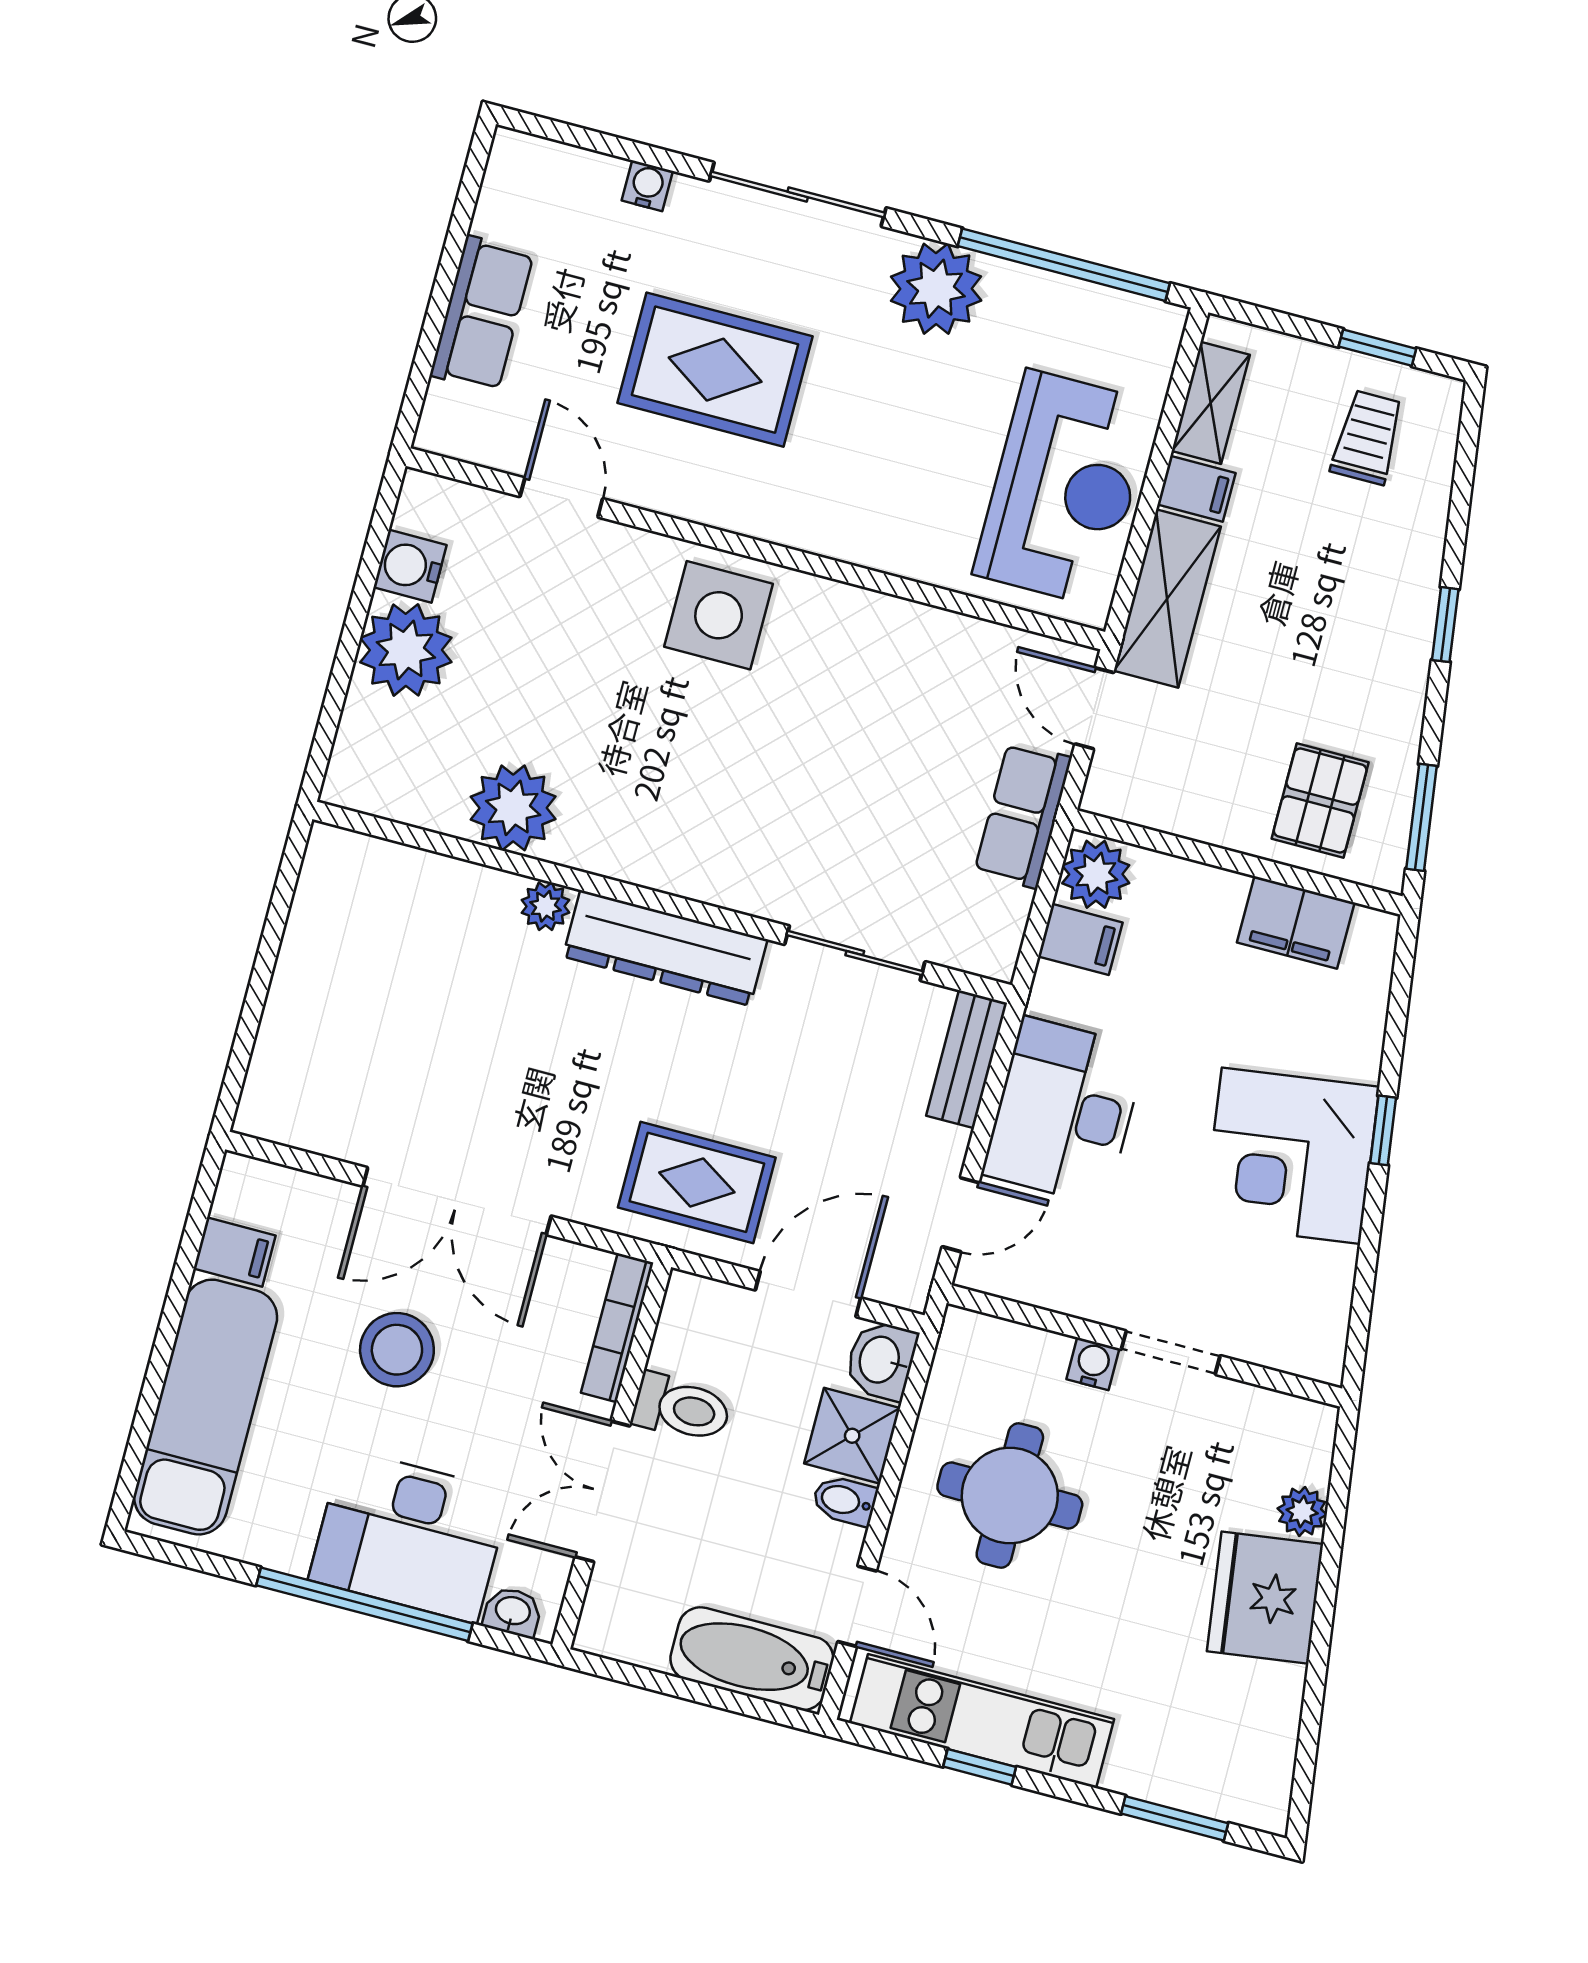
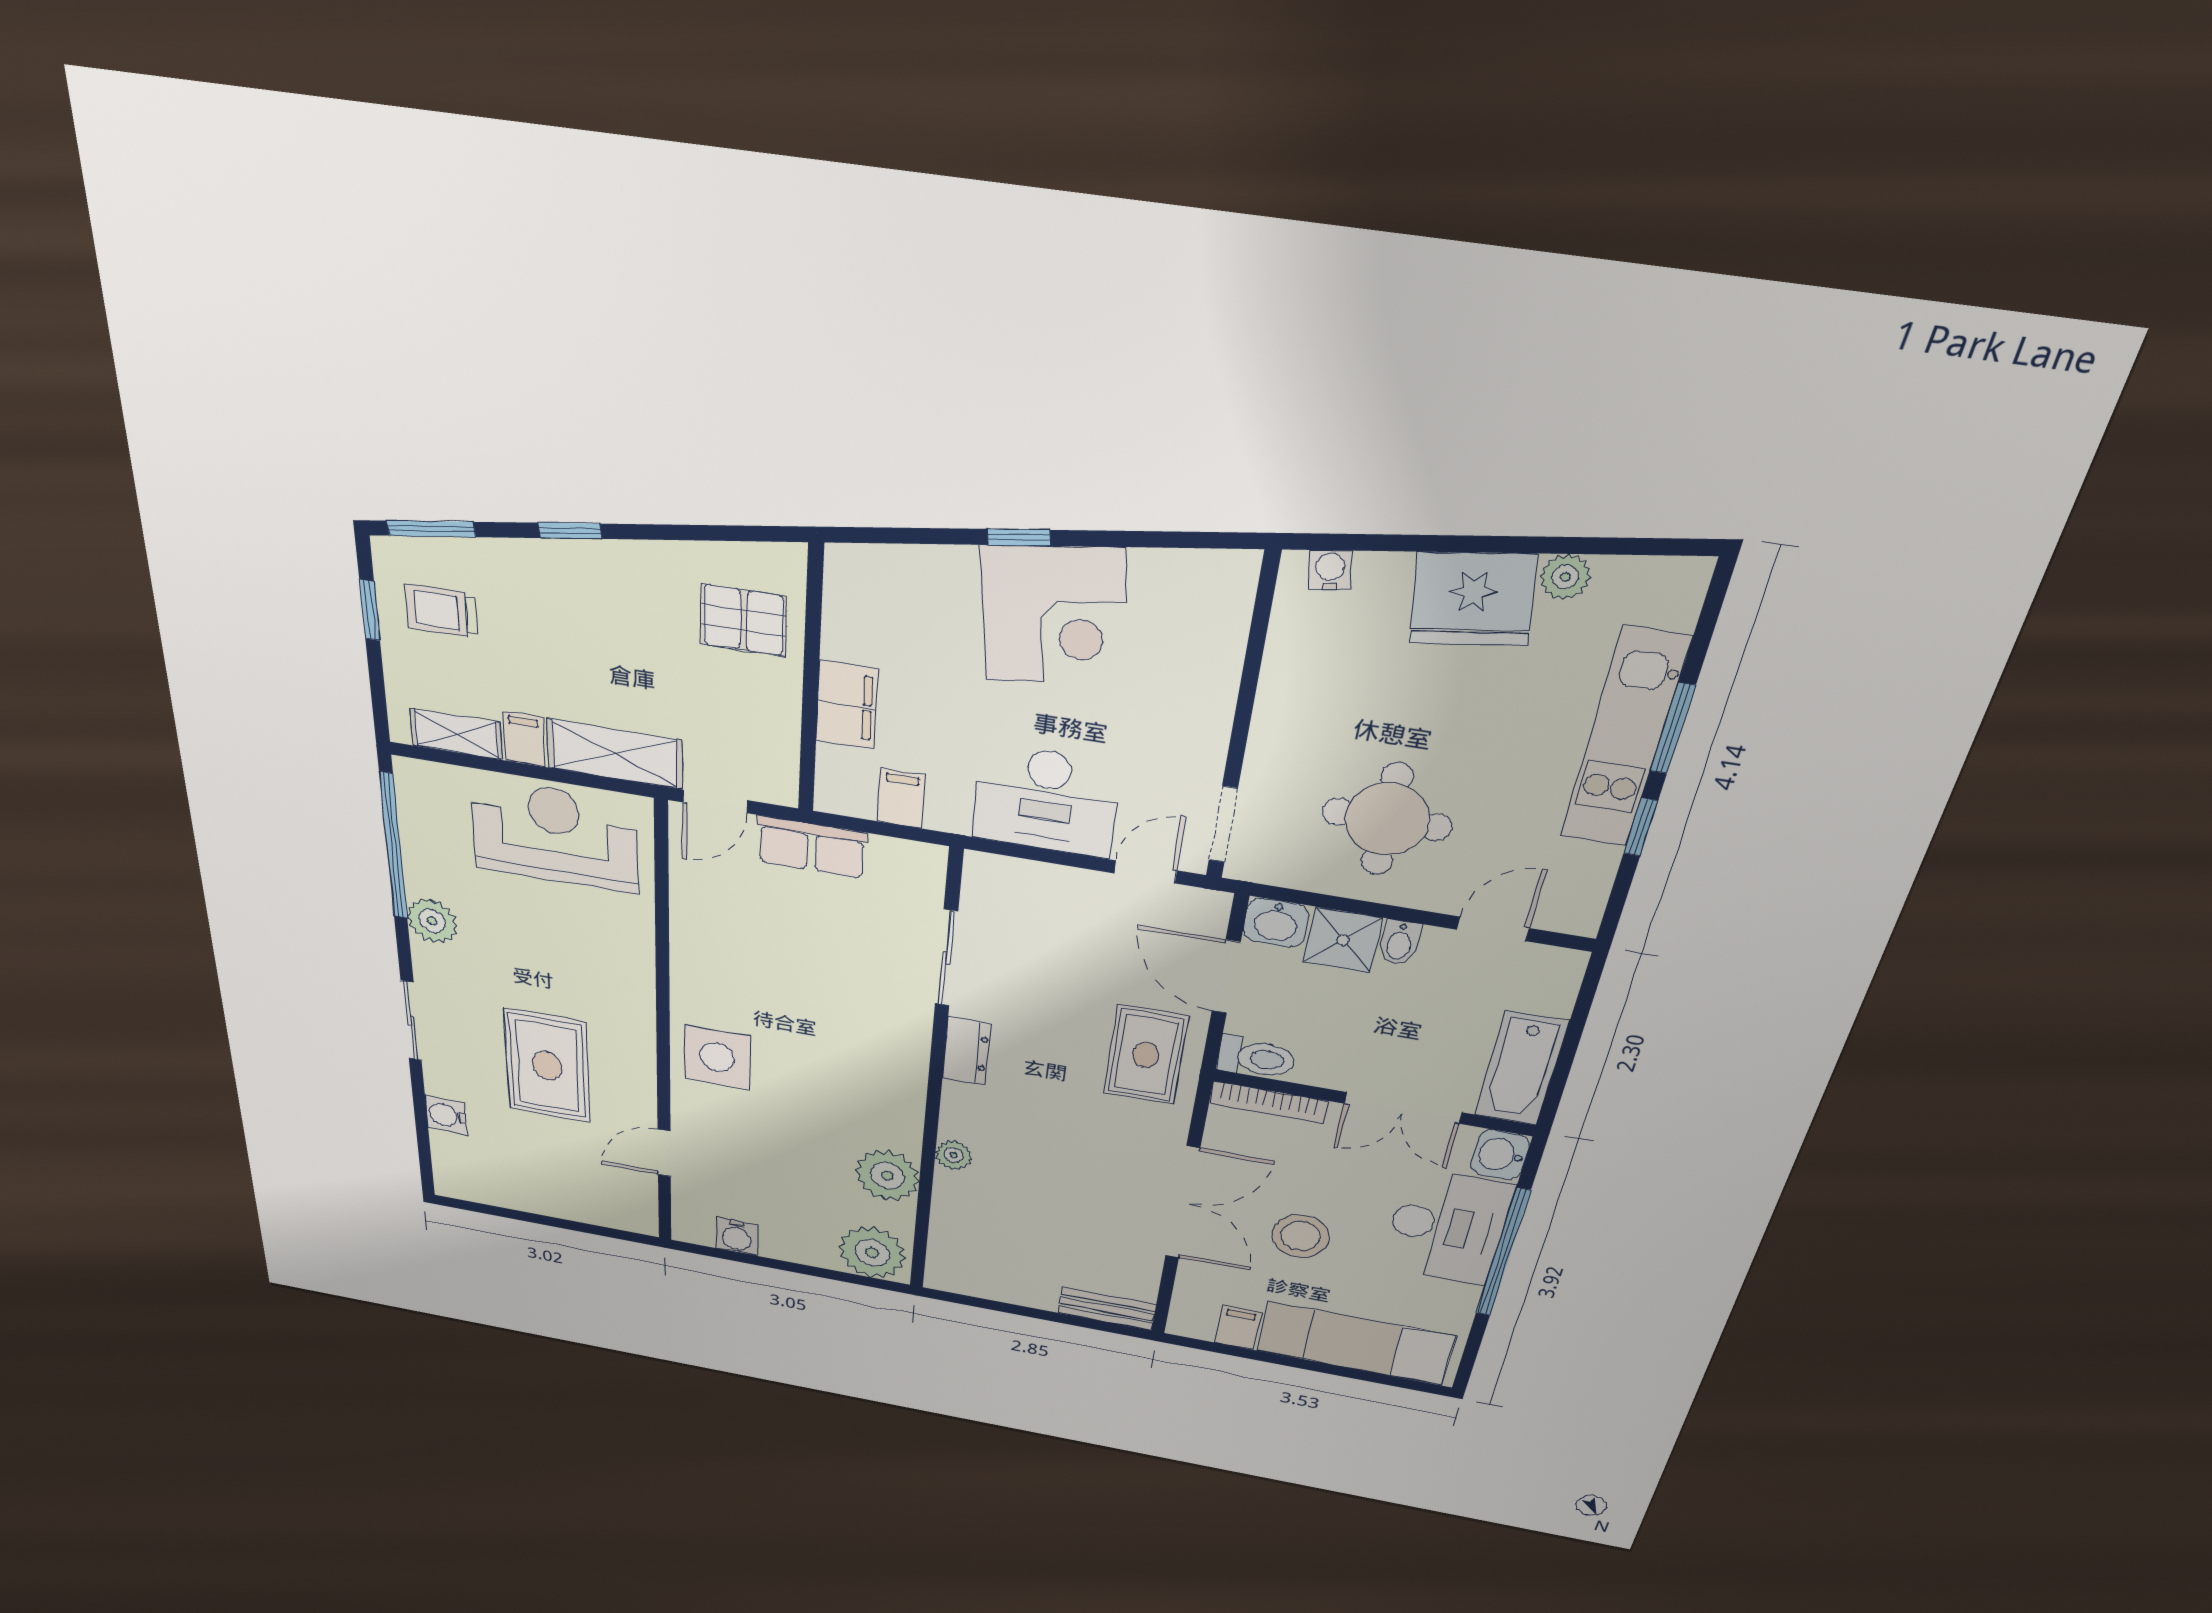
water cooler: (647, 186) -> (446, 1115), width x1.38, depth x1.38
sliding door: (798, 194) -> (411, 1021), width x0.73
plant: (936, 289) -> (432, 921), width x0.73, depth x0.73
row of seats: (482, 314) -> (558, 1200), removed
plant: (406, 650) -> (872, 1253), moved
window: (1422, 817) -> (431, 529), moved
plant: (1096, 874) -> (846, 791), removed
filing cabinet: (1296, 922) -> (847, 705), moved
dresser: (665, 948) -> (967, 1051), width x0.51, depth x0.80
bench: (967, 1059) -> (1107, 1309), moved
door: (961, 1215) -> (1145, 872), hinge flipped
doorway: (1171, 1353) -> (1223, 824), moved
water cooler: (1093, 1364) -> (1330, 570), moved, turned 82
toilet: (682, 1408) -> (1256, 1058), moved, turned 90
plant: (1302, 1511) -> (1565, 577), moved
washbasin: (513, 1612) -> (1500, 1155), width x1.38, depth x1.45
bathtub: (752, 1659) -> (1521, 1069), moved
kitchen unit: (982, 1721) -> (1624, 739), moved
window: (1175, 1818) -> (1673, 728), moved

